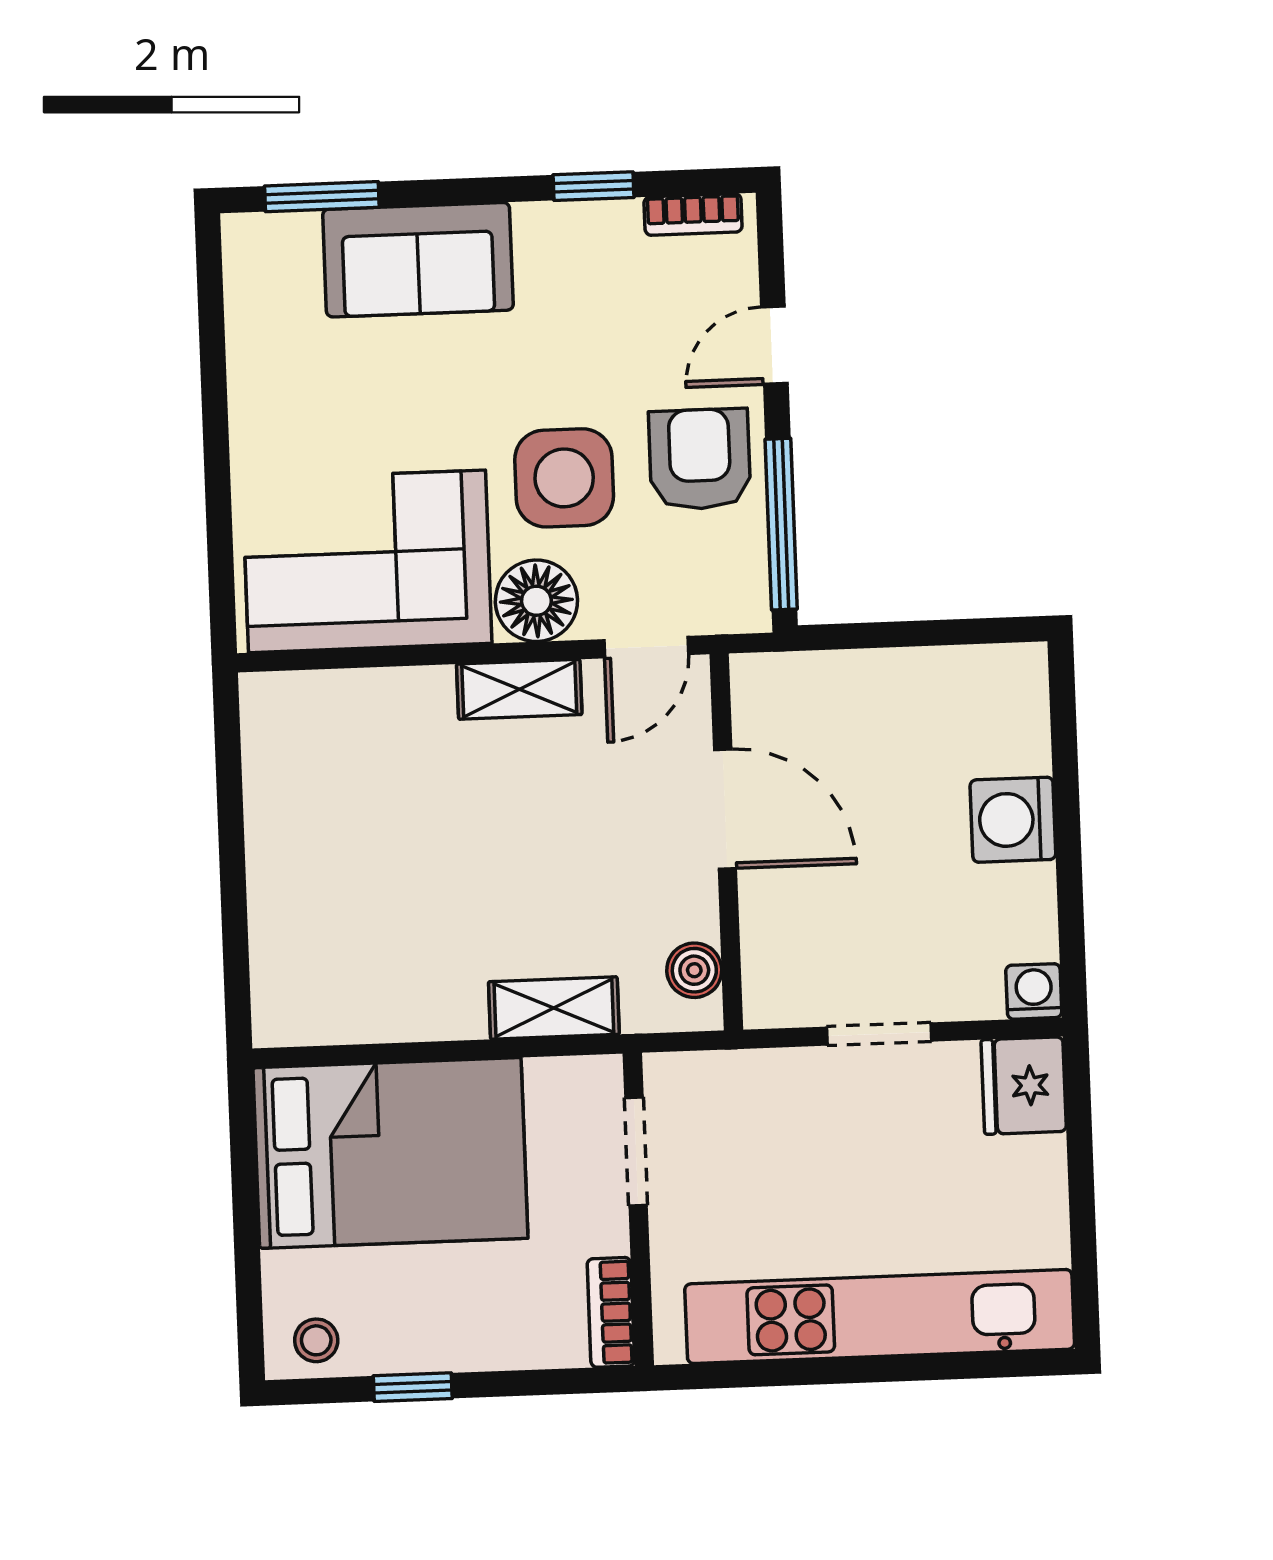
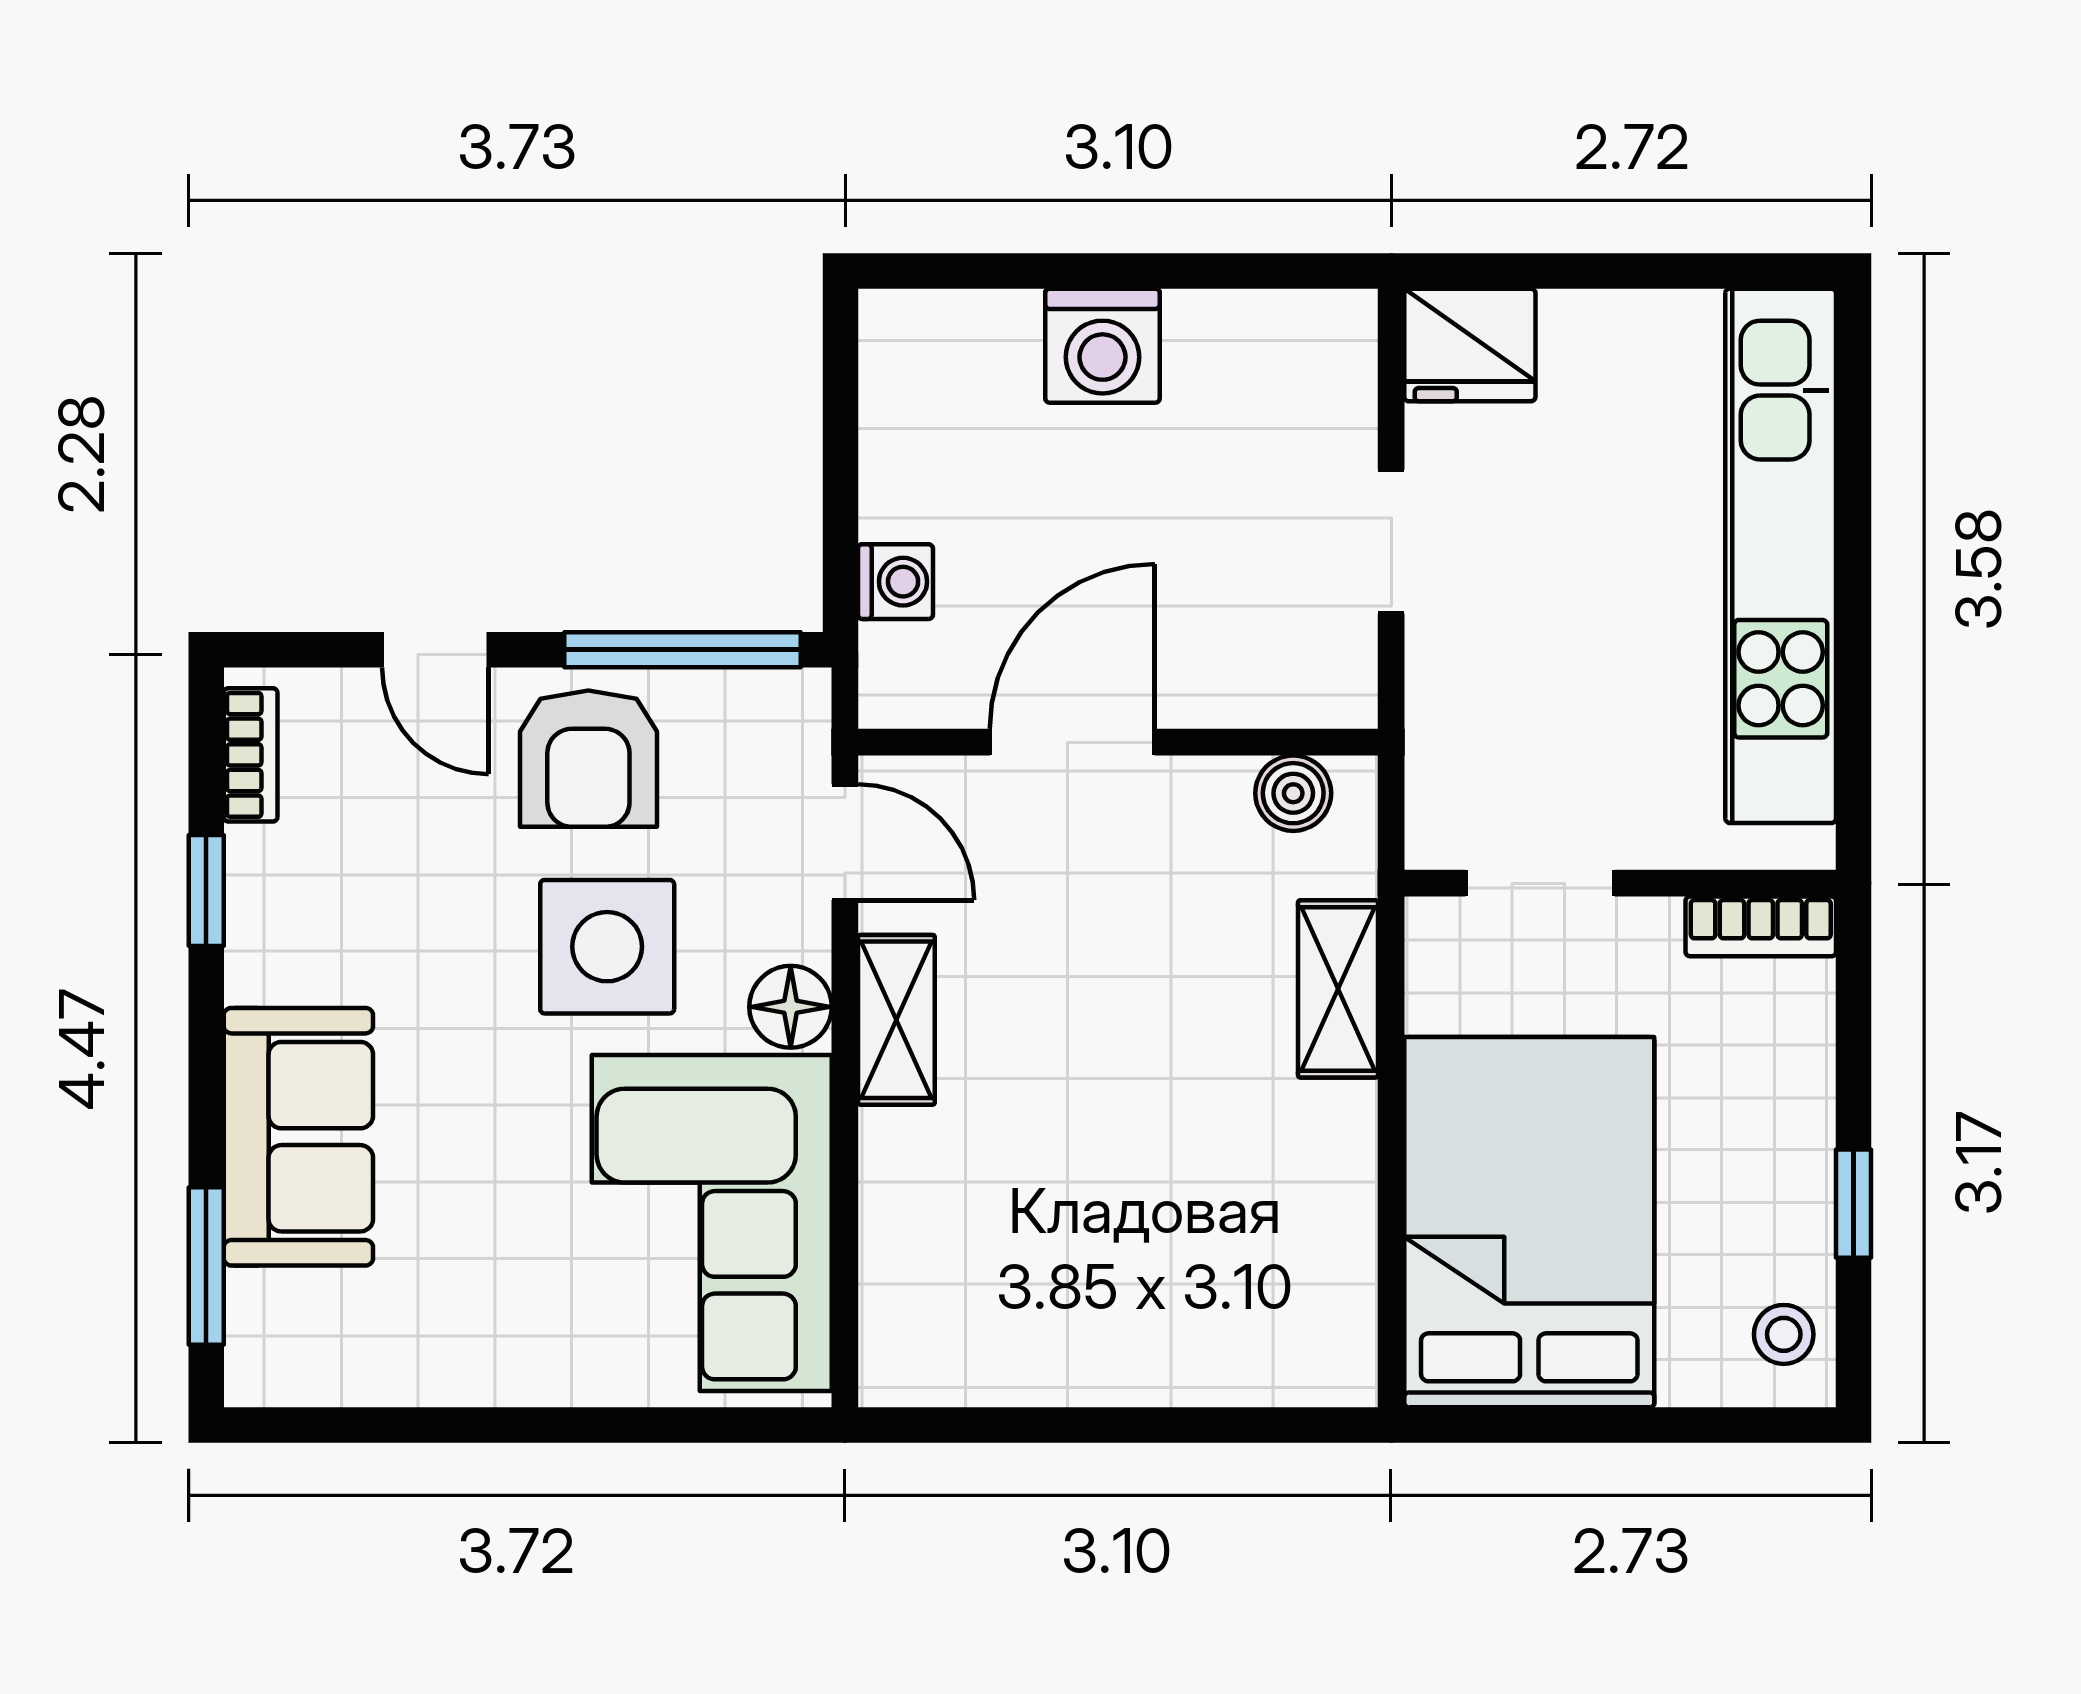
armchair: (700, 459) -> (588, 759), turned -90
floor lamp: (536, 601) -> (791, 1007), width x0.73, depth x0.73
washing machine: (1034, 991) -> (896, 582), moved, turned 180

